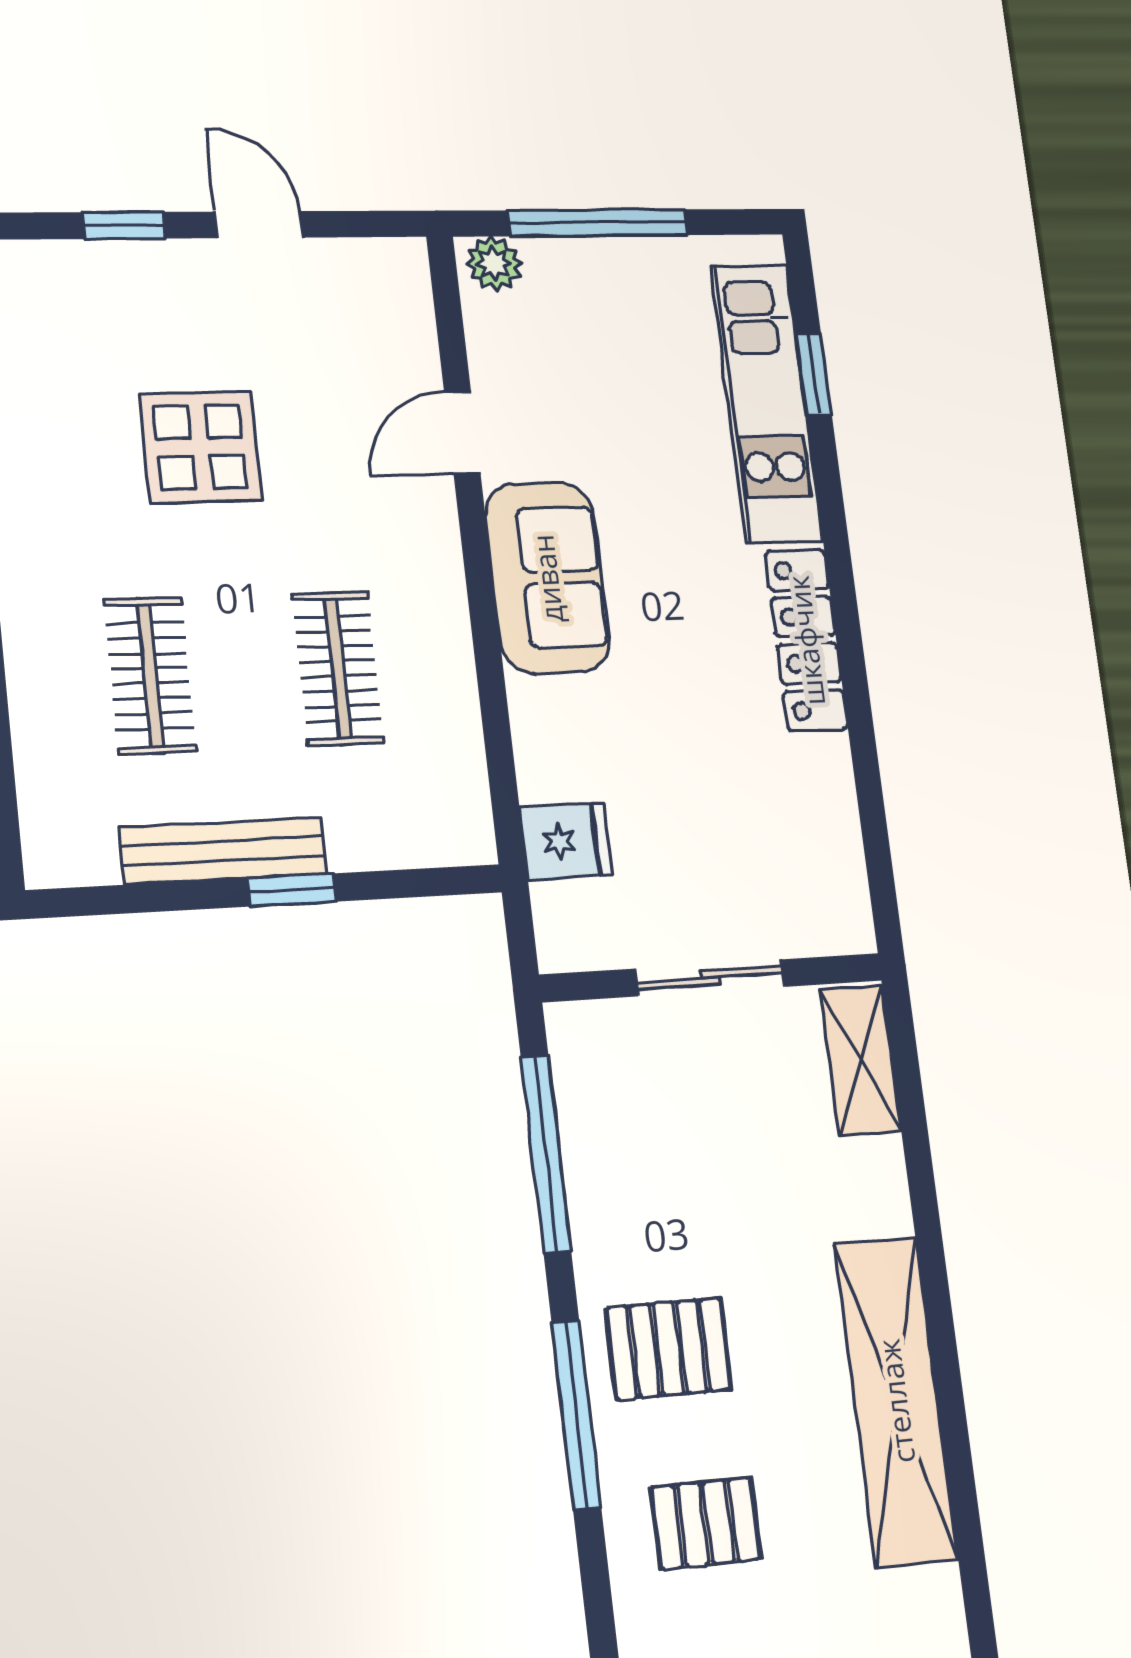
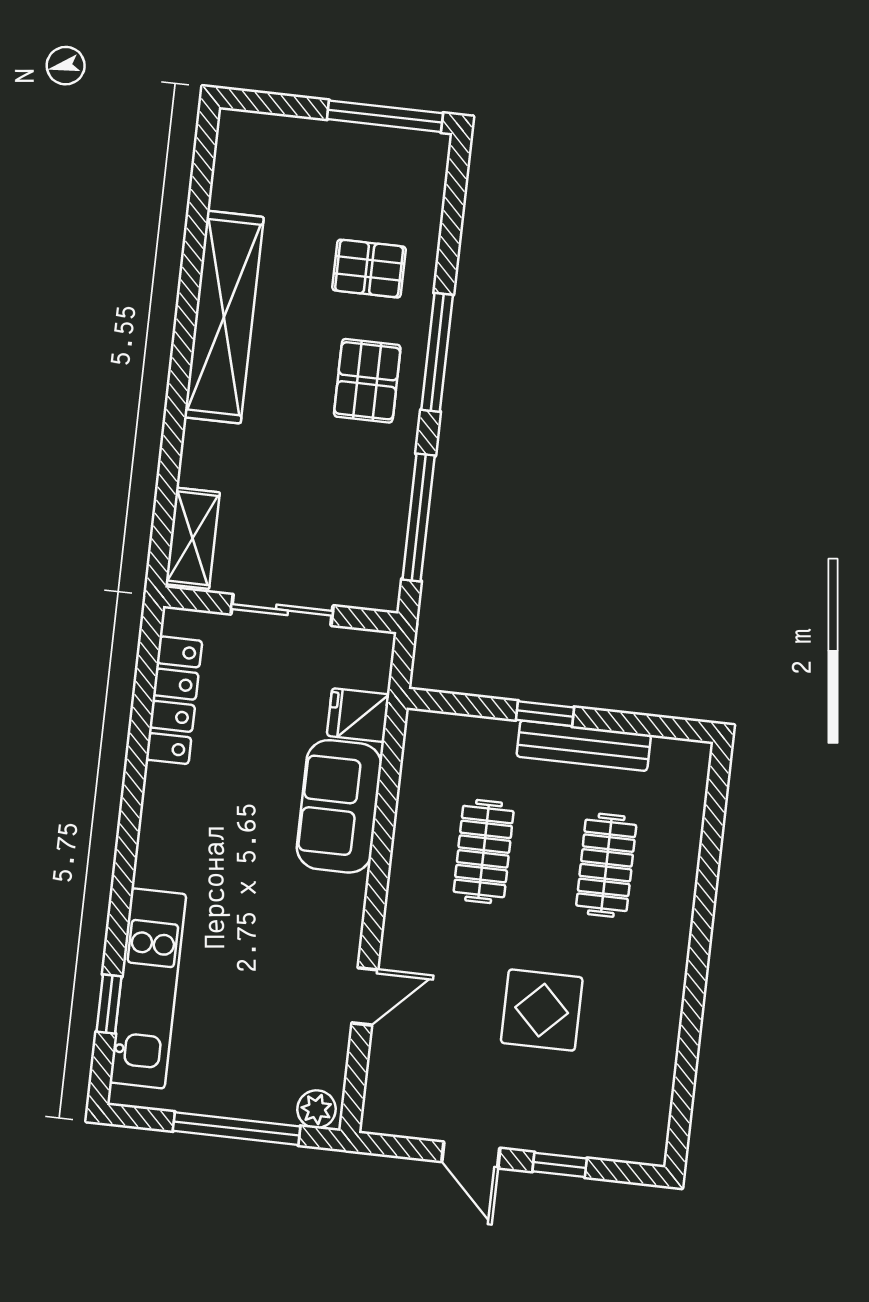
sofa: (547, 578) -> (339, 806), moved
locker: (806, 640) -> (174, 700), moved
pallet: (668, 1349) -> (367, 381), turned 90

